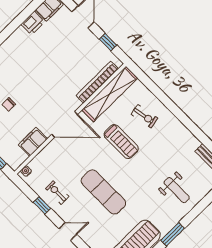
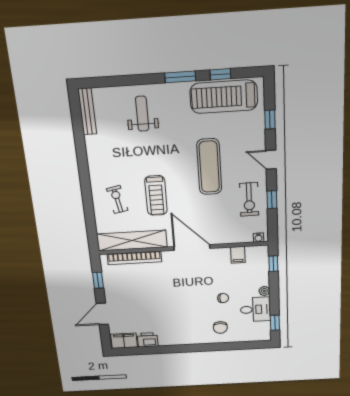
filing cabinet: (33, 142) -> (238, 255), width x0.50
treadmill: (121, 142) -> (156, 195), turned 180
exercise bike: (57, 192) -> (249, 199), width x1.38, depth x1.39

